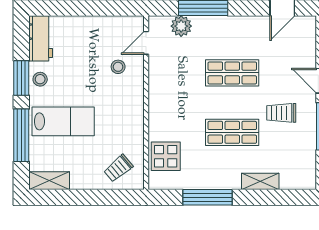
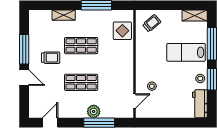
plant: (181, 26) -> (94, 111), moved

